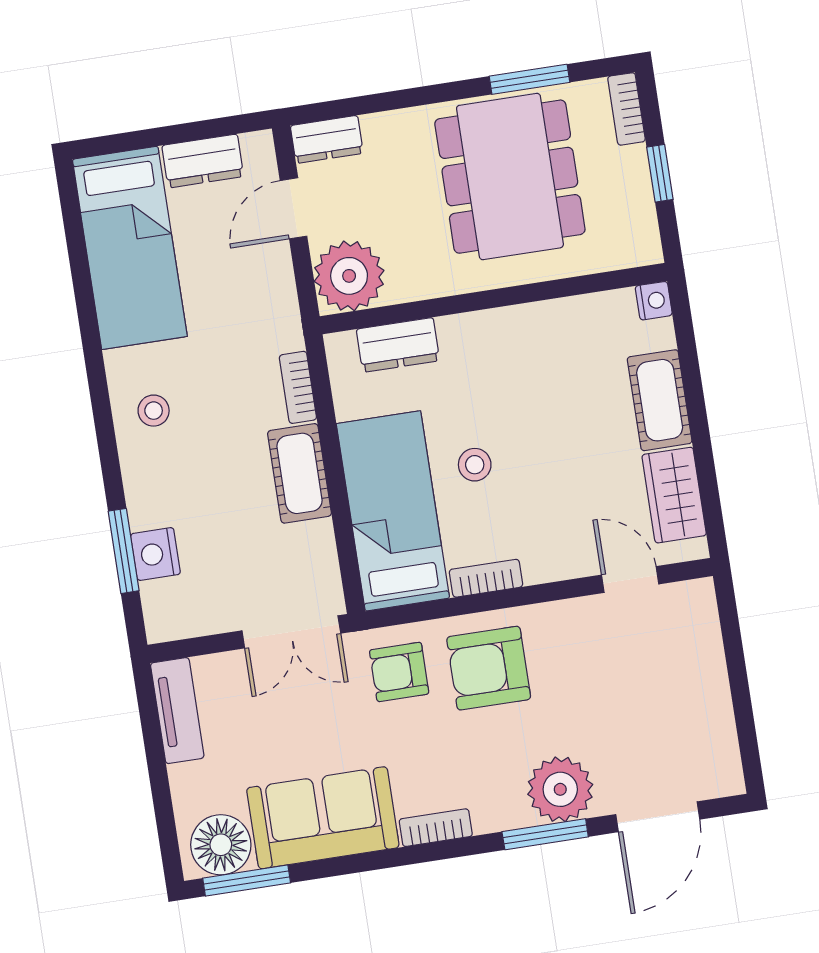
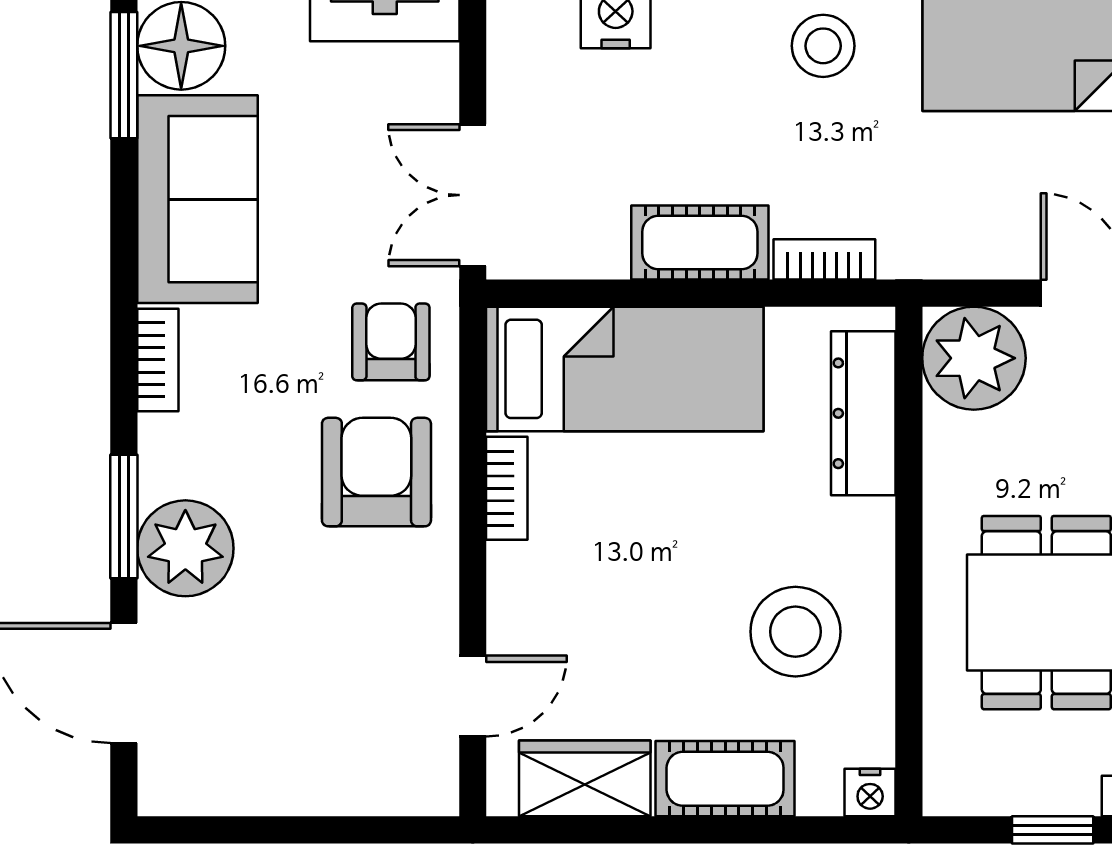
dresser: (398, 345) -> (863, 413), width x1.44
stool: (154, 411) -> (823, 46), width x1.37, depth x1.37
stool: (475, 465) -> (795, 632), moved, width x1.89, depth x1.89

